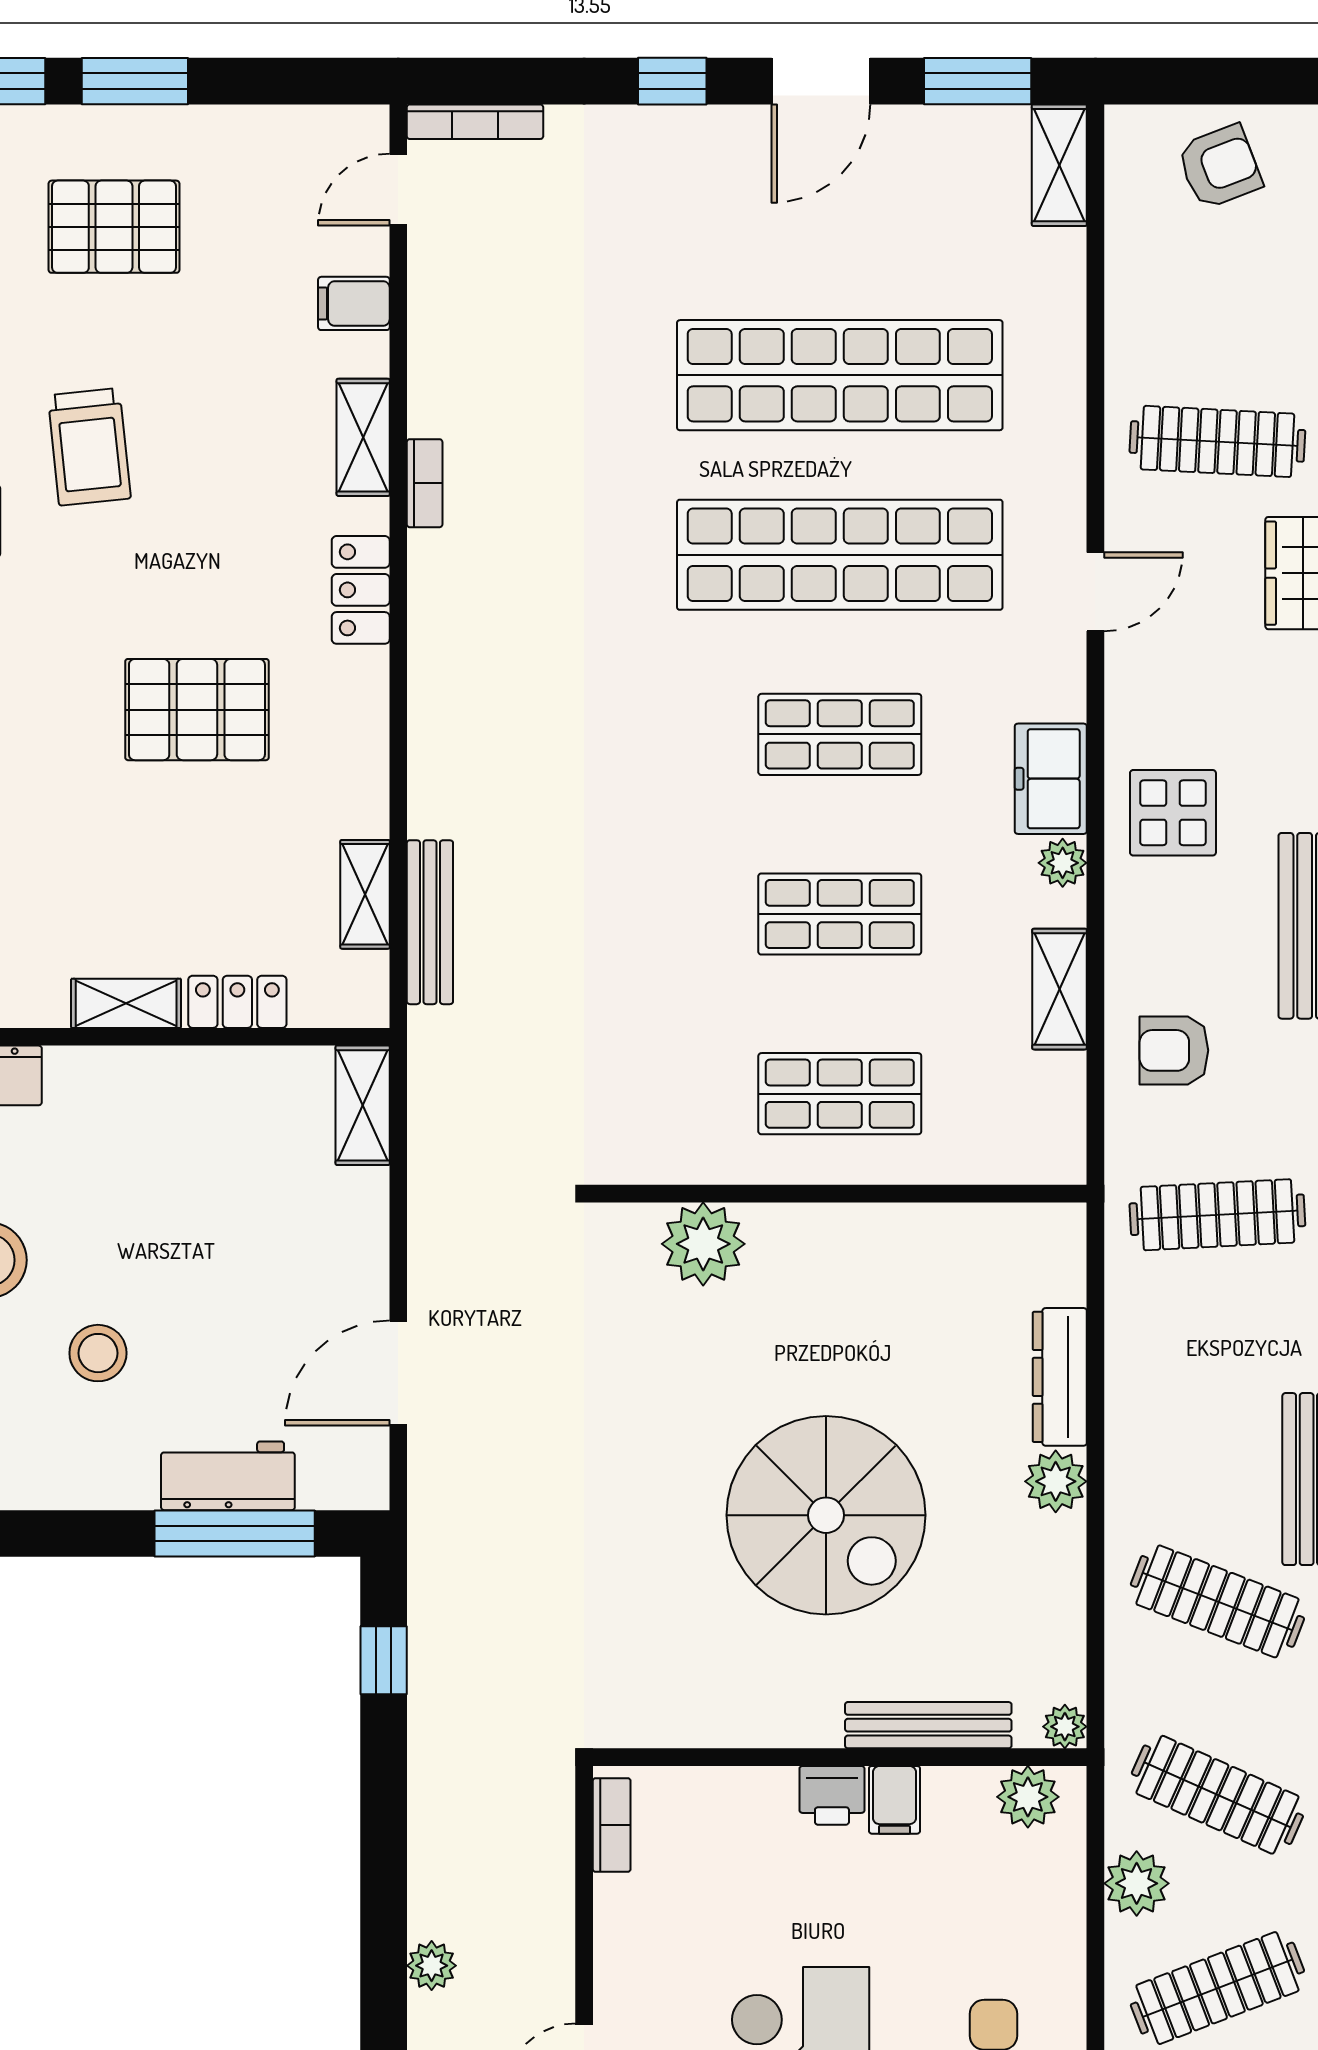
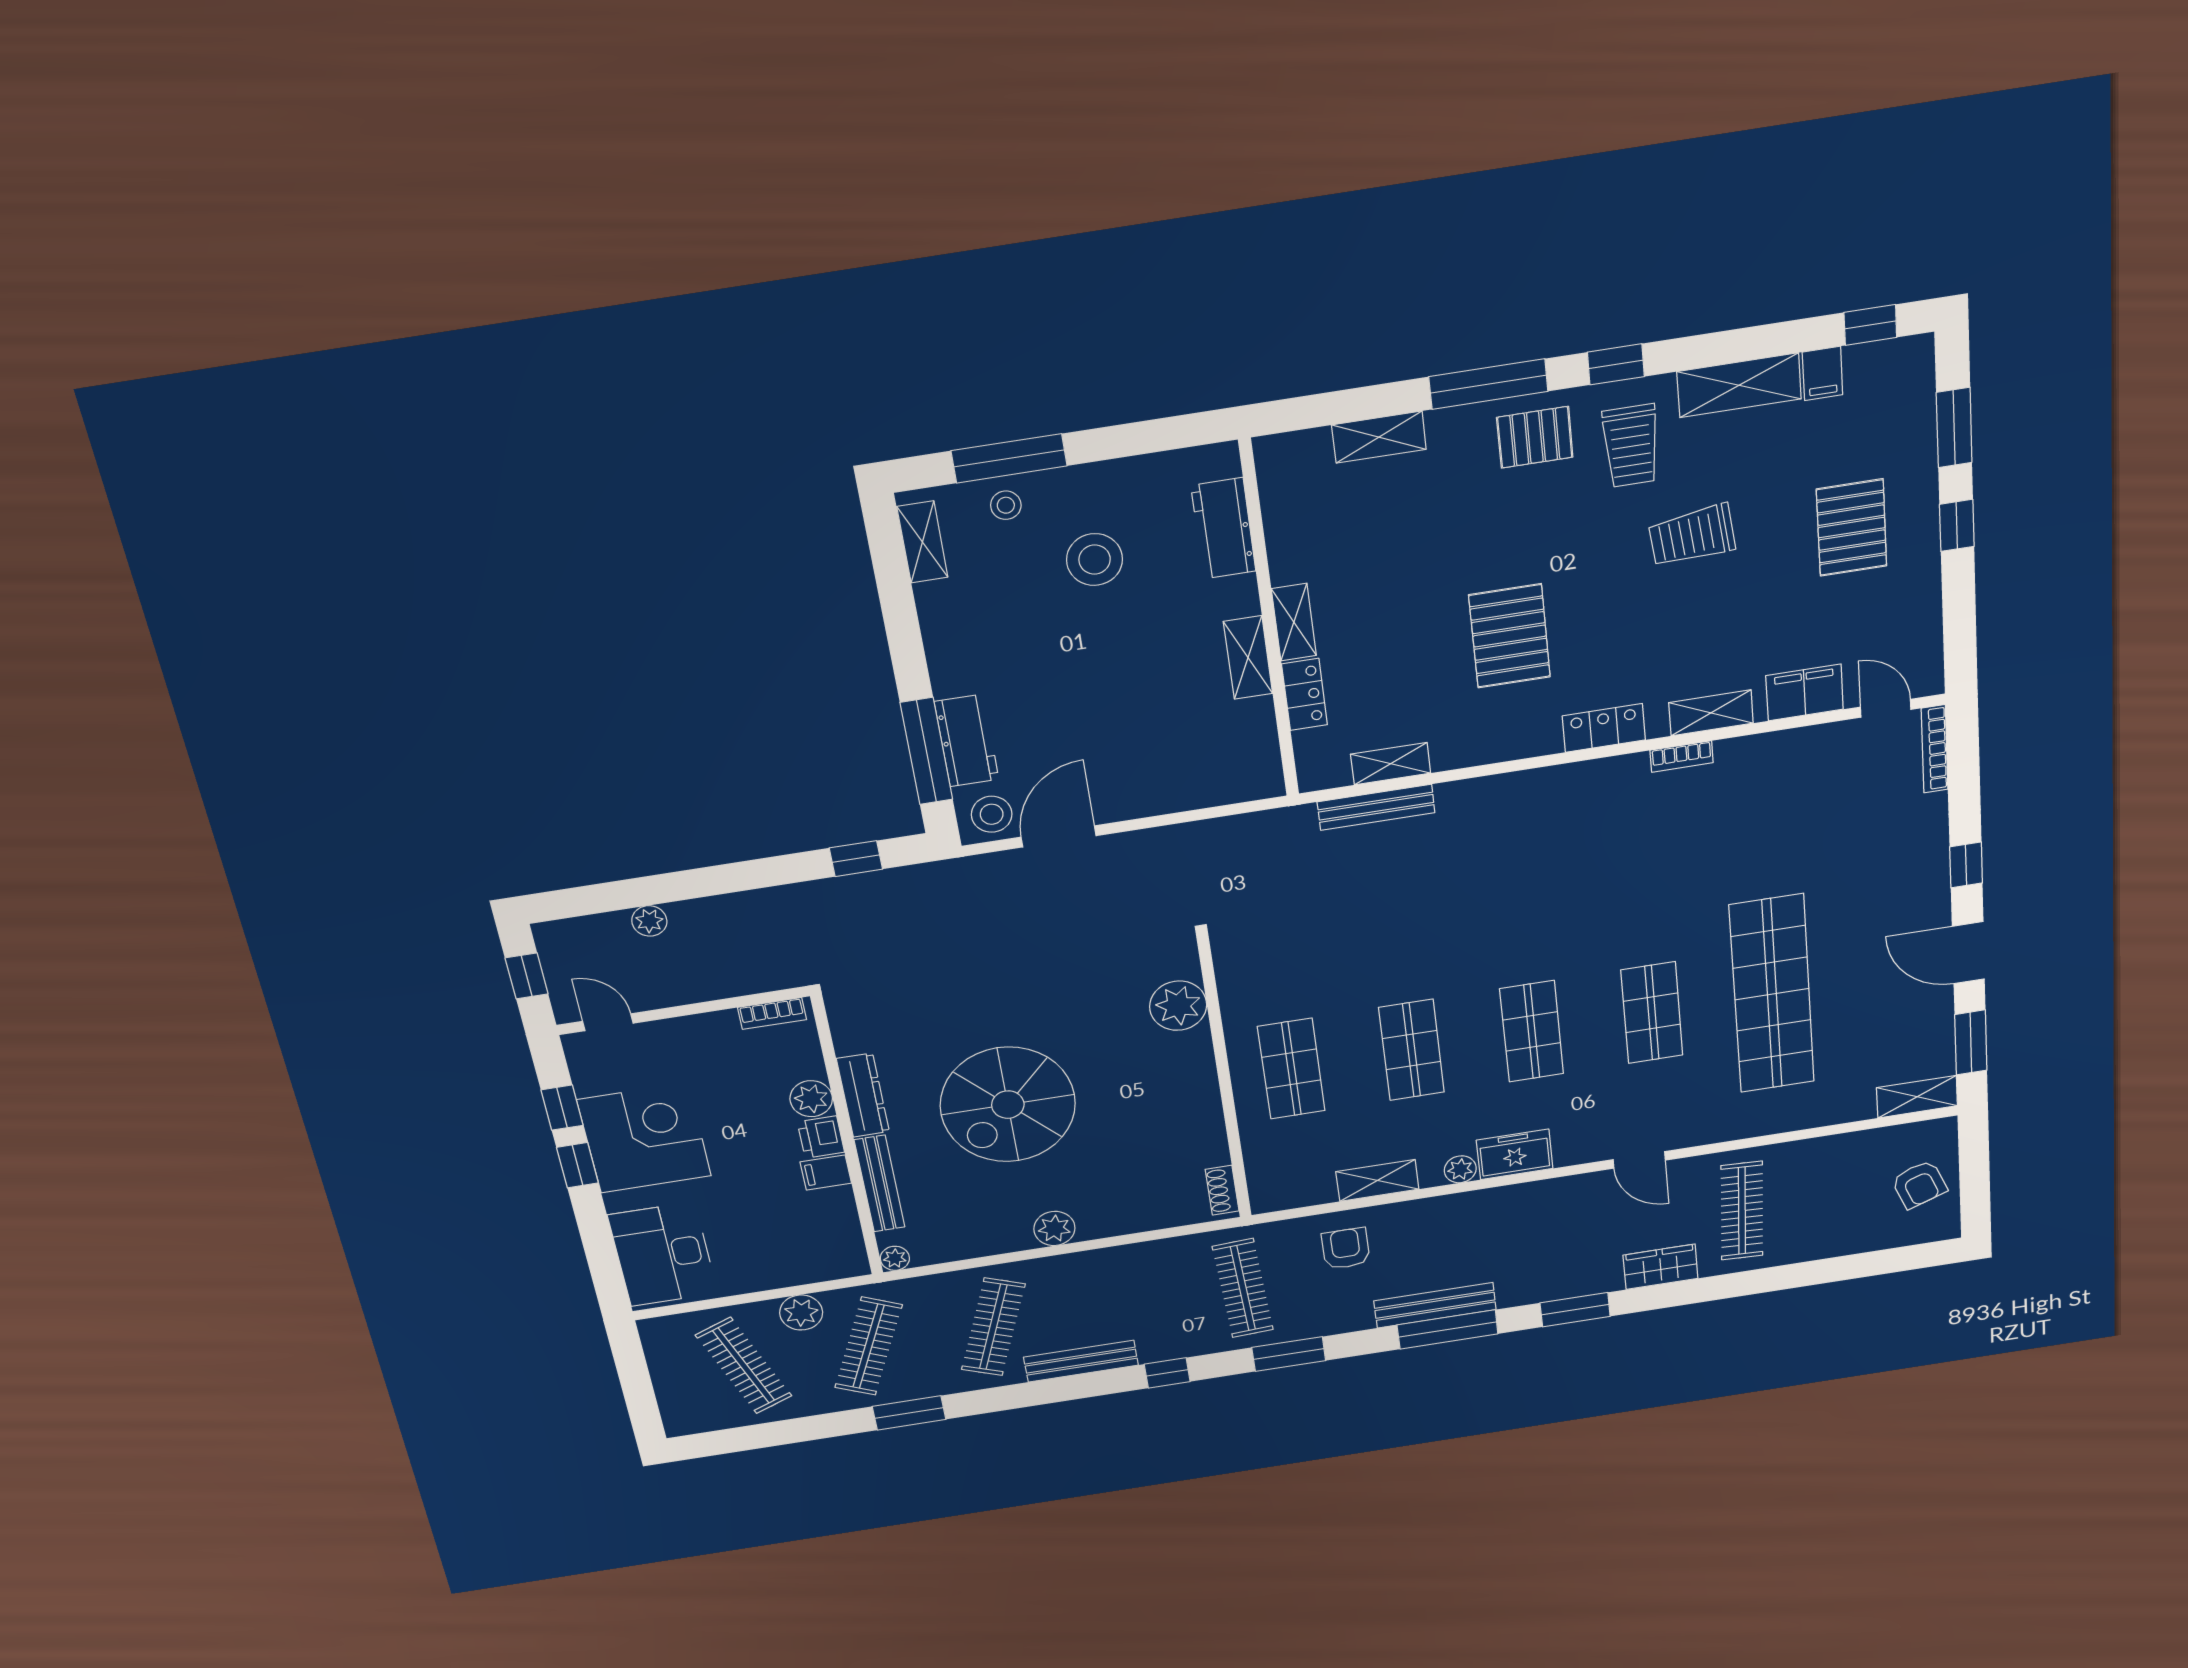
window: (135, 81) -> (1957, 525), width x0.67
filing cabinet: (354, 303) -> (1805, 692), width x2.00
shop shelf: (840, 555) -> (1652, 1013), width x0.50, depth x0.74
display table: (1173, 813) -> (1500, 1224), removed
shelving: (363, 1105) -> (1248, 658), moved, turned 90
shoe rack: (1034, 1223) -> (1222, 1190), added
stool: (98, 1353) -> (992, 814), moved
door: (398, 1373) -> (1059, 836), hinge flipped
dresser: (1060, 1377) -> (863, 1095), moved, turned 90
plant: (1028, 1797) -> (811, 1099), moved

